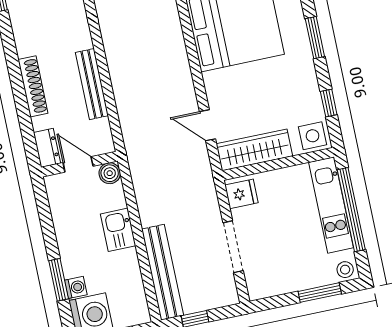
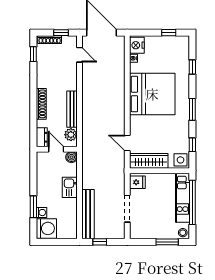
plant: (100, 132) -> (71, 135), added

